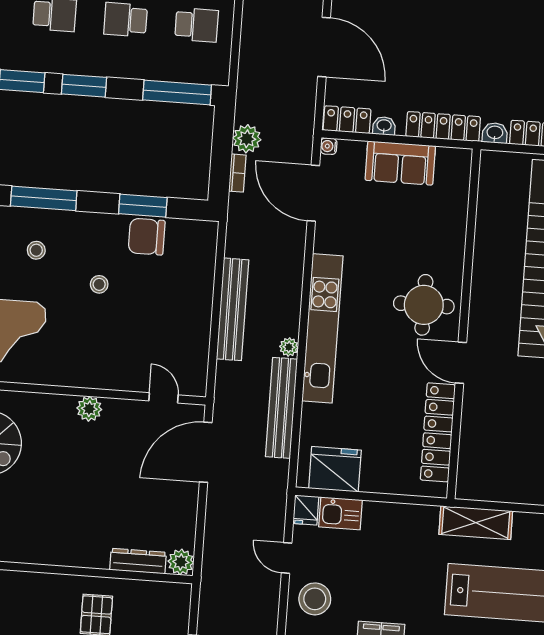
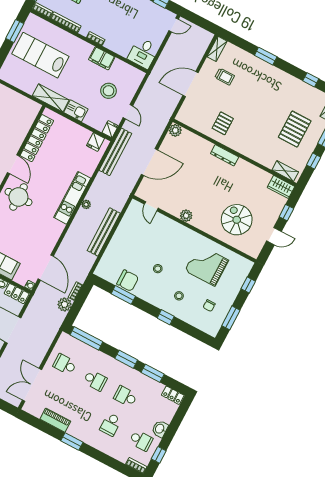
window: (44, 198) -> (166, 317), width x0.46
kitchen unit: (322, 328) -> (72, 198), width x0.73
bench: (281, 408) -> (115, 152), moved
door: (206, 452) -> (149, 162), moved
fridge: (335, 469) -> (96, 142), width x0.53, depth x0.75
kitchen sink: (340, 513) -> (76, 111), moved
shelving: (476, 523) -> (51, 98), moved
dresser: (138, 561) -> (225, 155), moved
stool: (315, 599) -> (109, 91), moved

